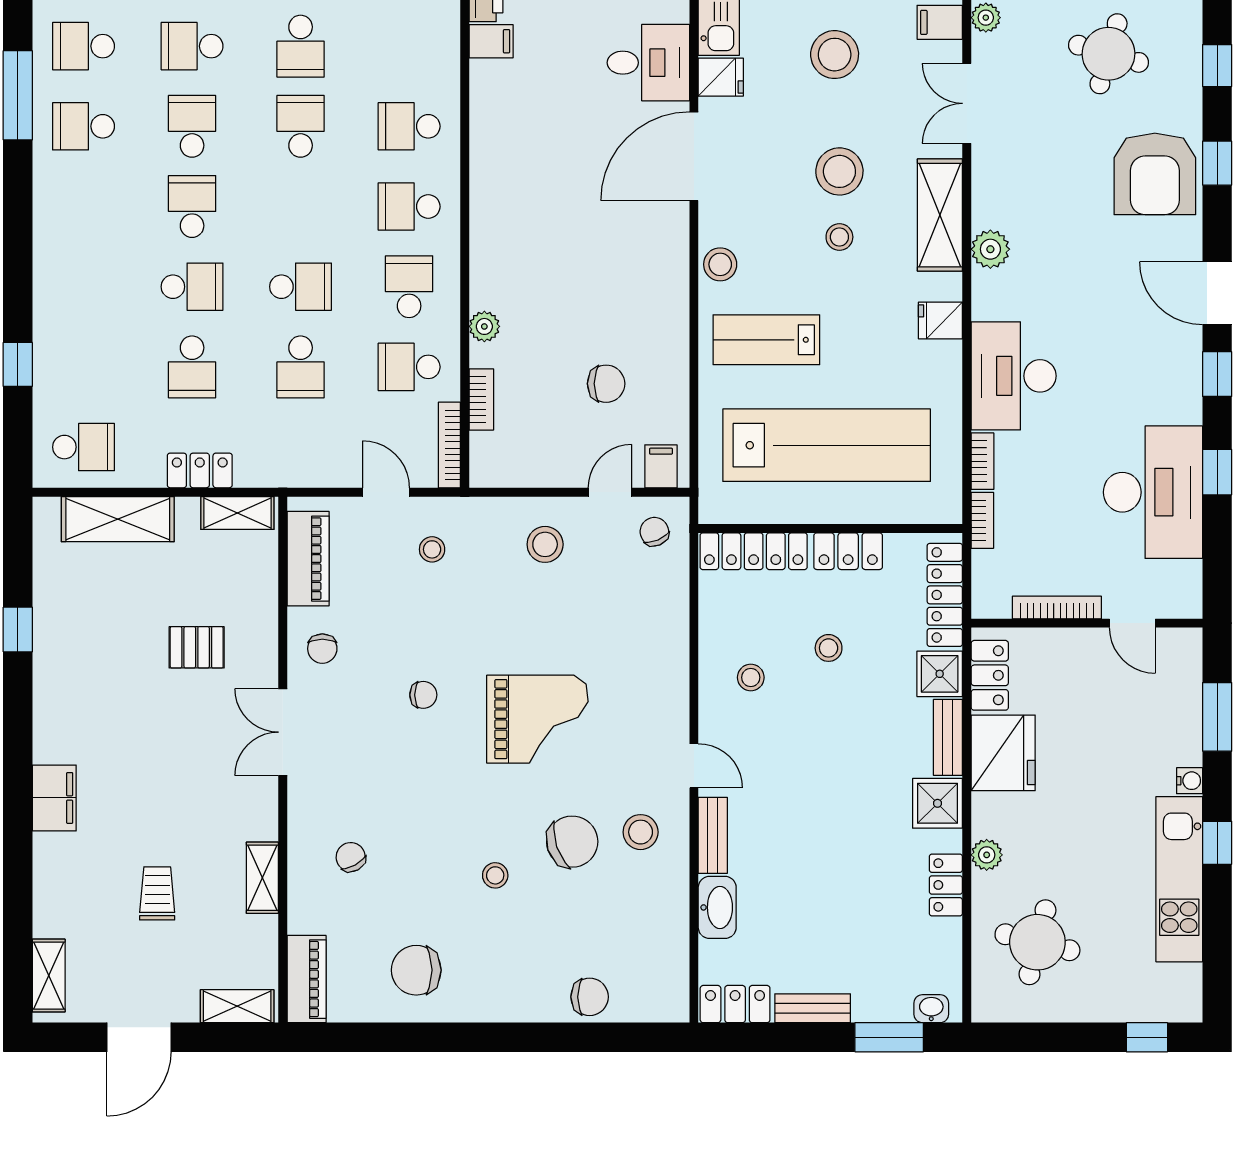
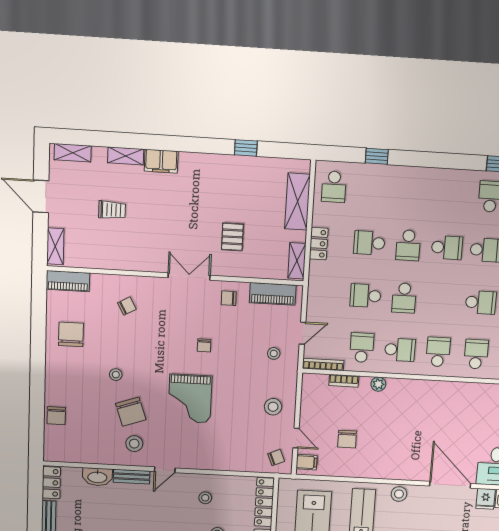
shelving: (262, 878) -> (126, 156), moved

